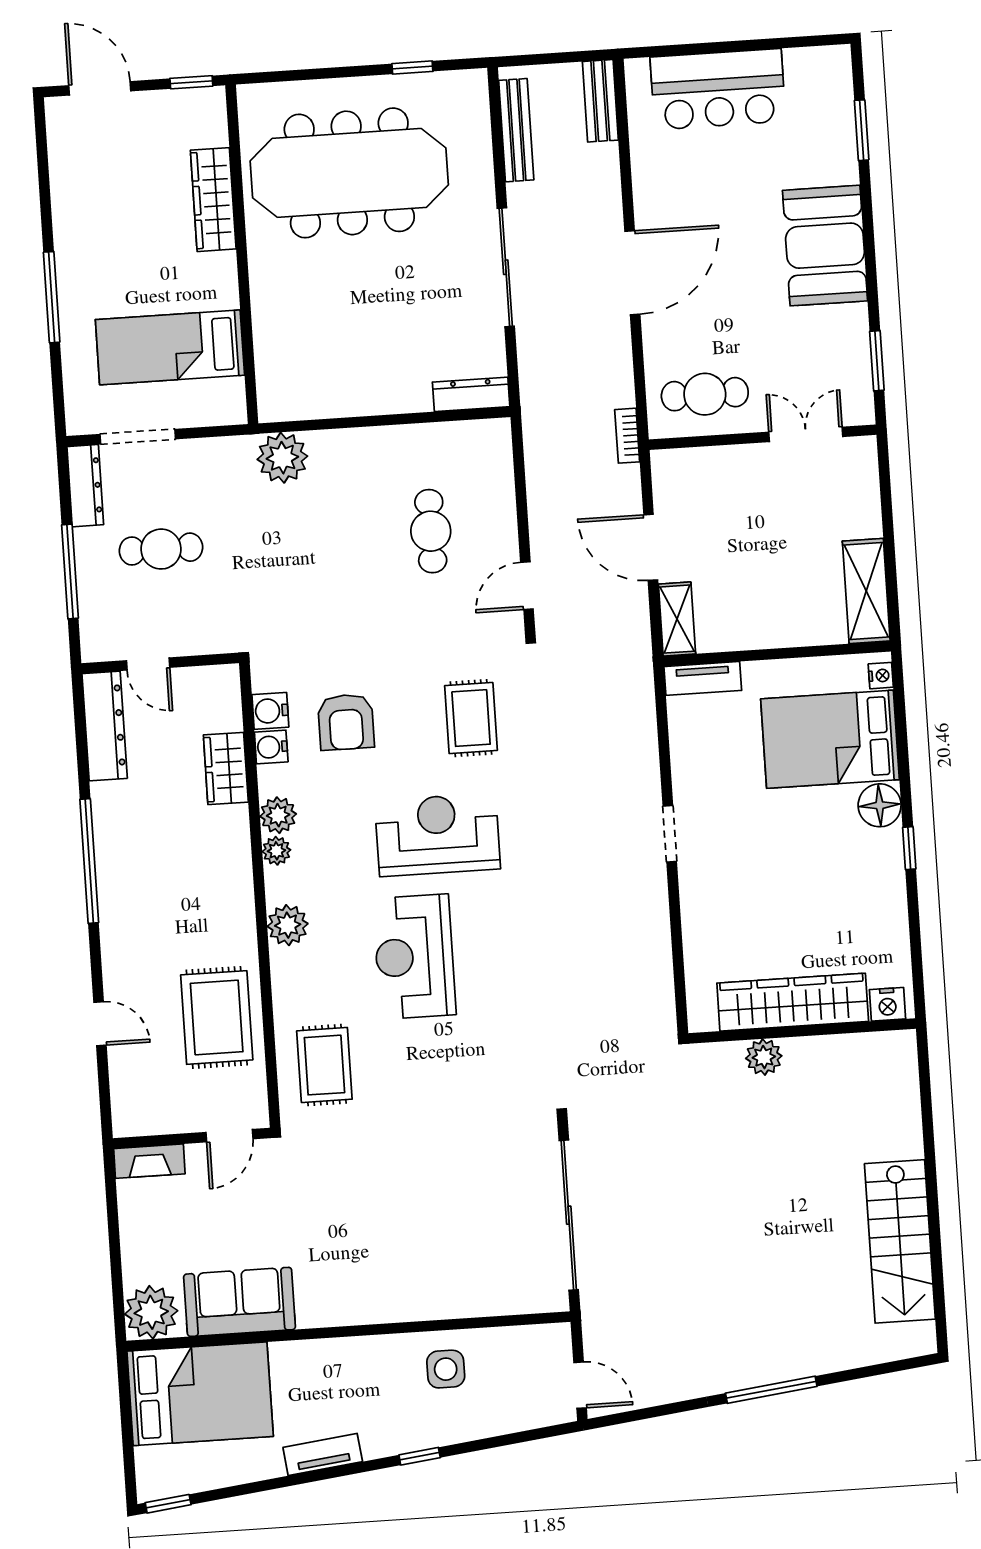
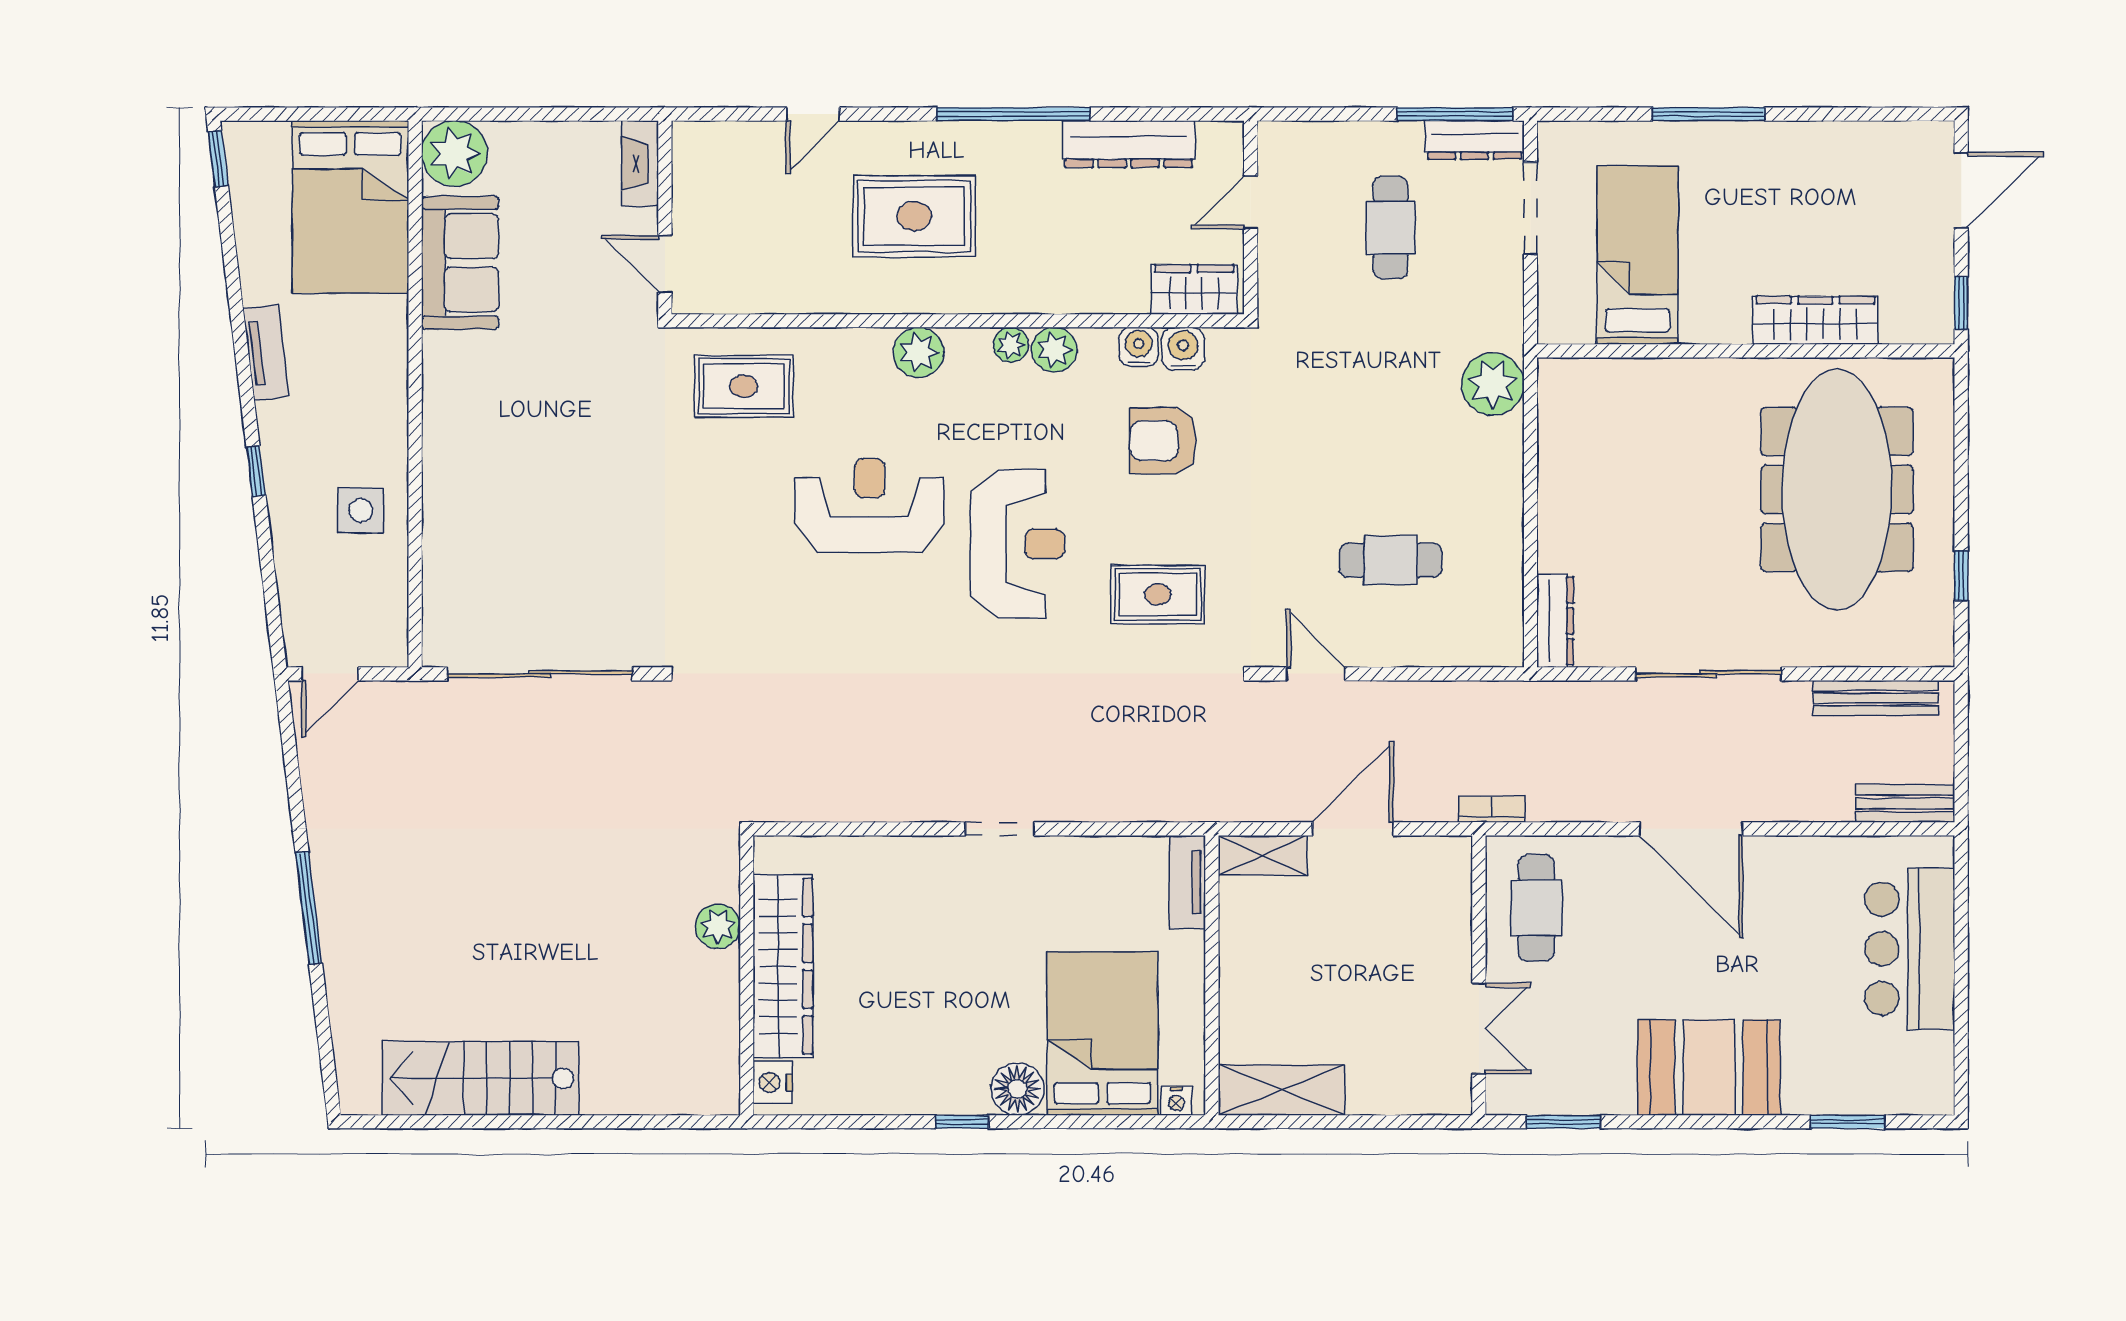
window: (70, 571) -> (1455, 114), moved
dresser: (105, 726) -> (1129, 144), moved
wardrobe: (226, 769) -> (1194, 289), moved
rug: (217, 1017) -> (914, 216), moved

